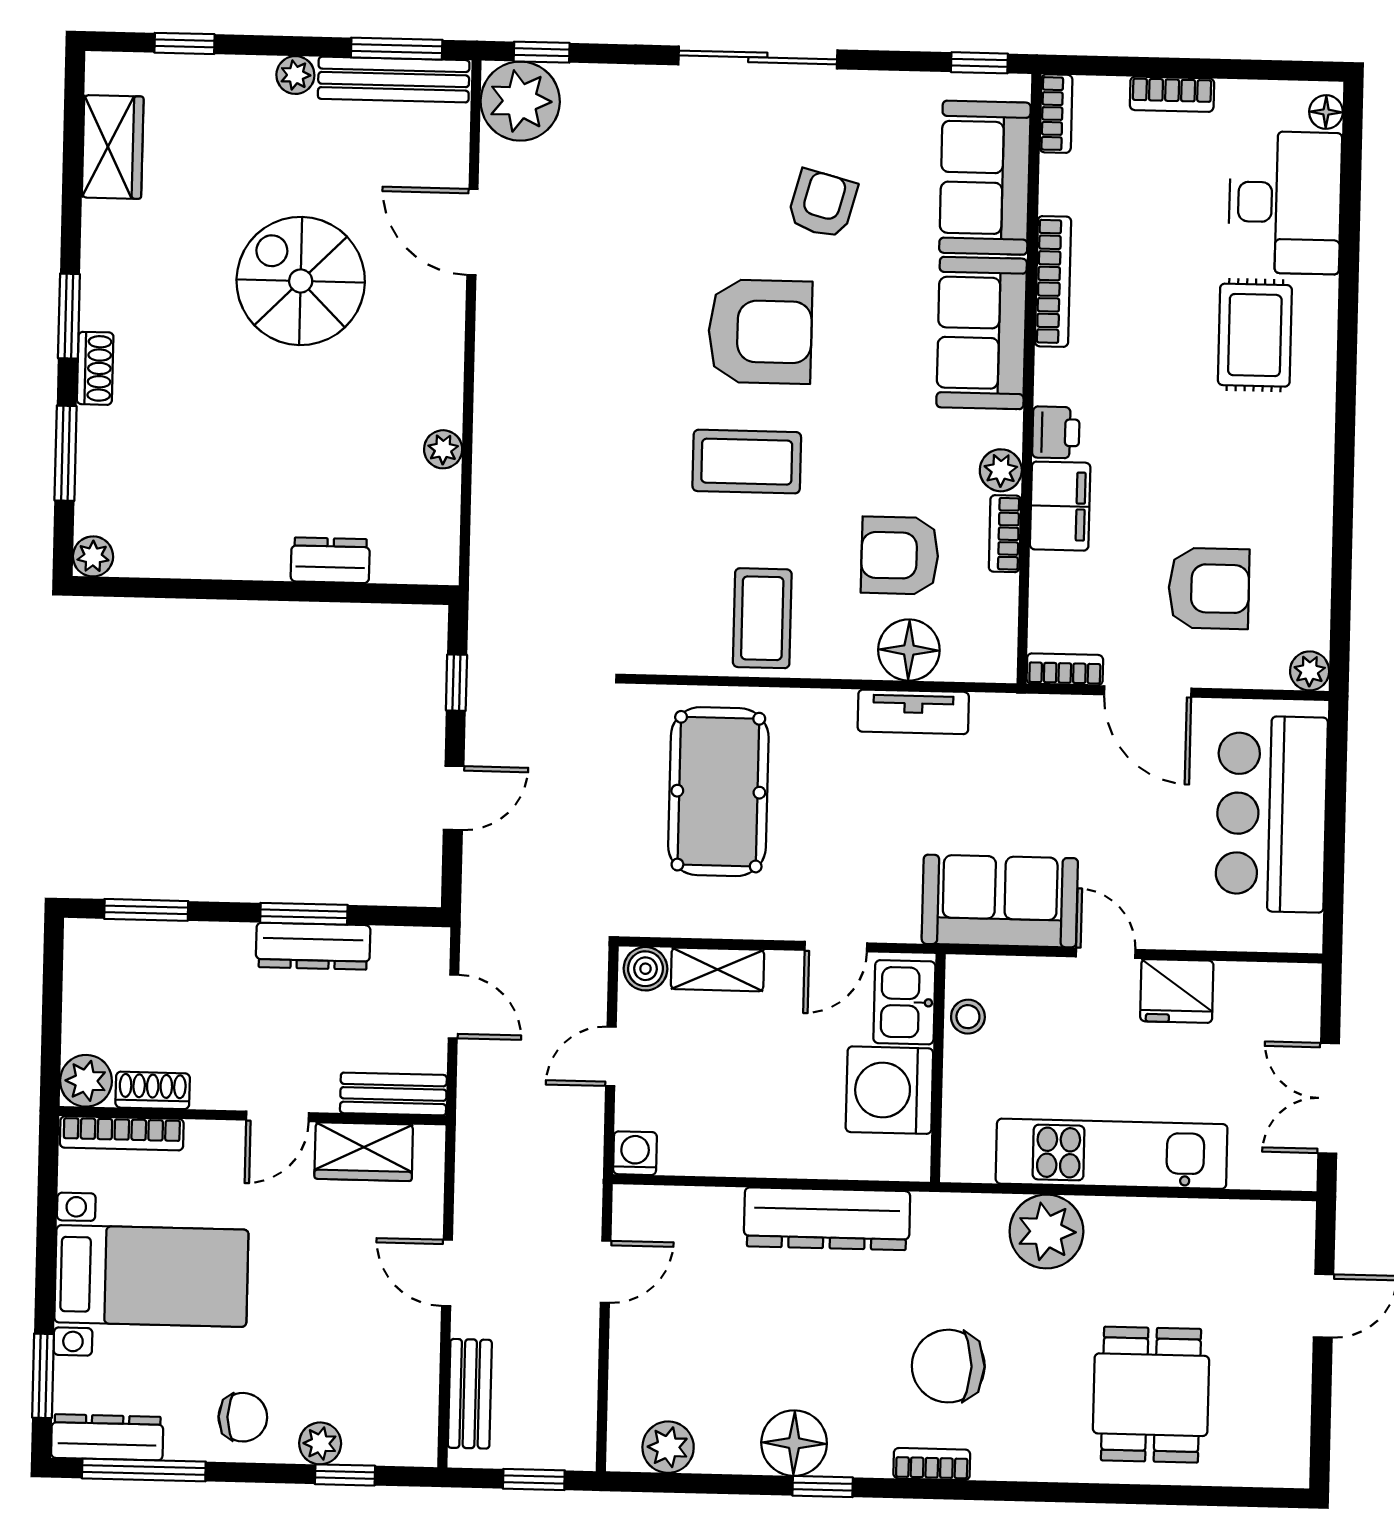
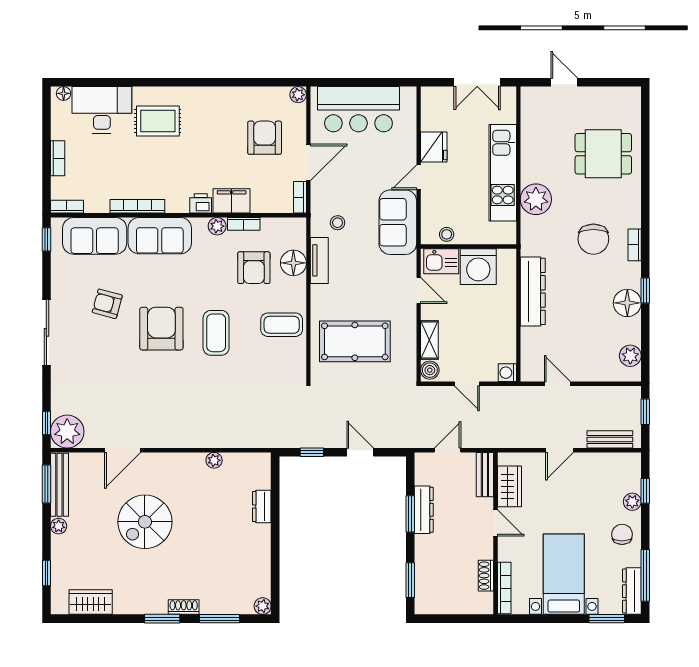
stool: (1002, 757) -> (338, 223), added
plant: (86, 1081) -> (483, 604), removed

